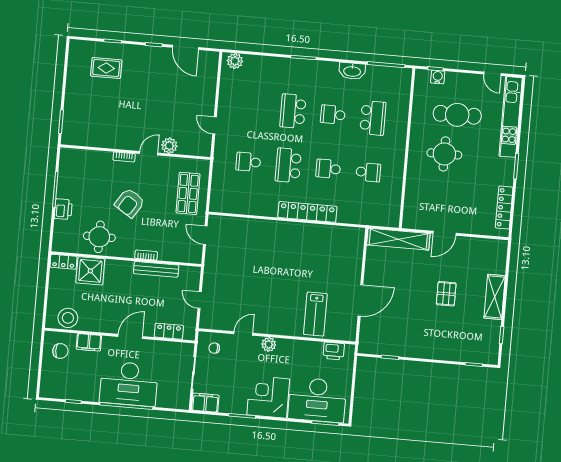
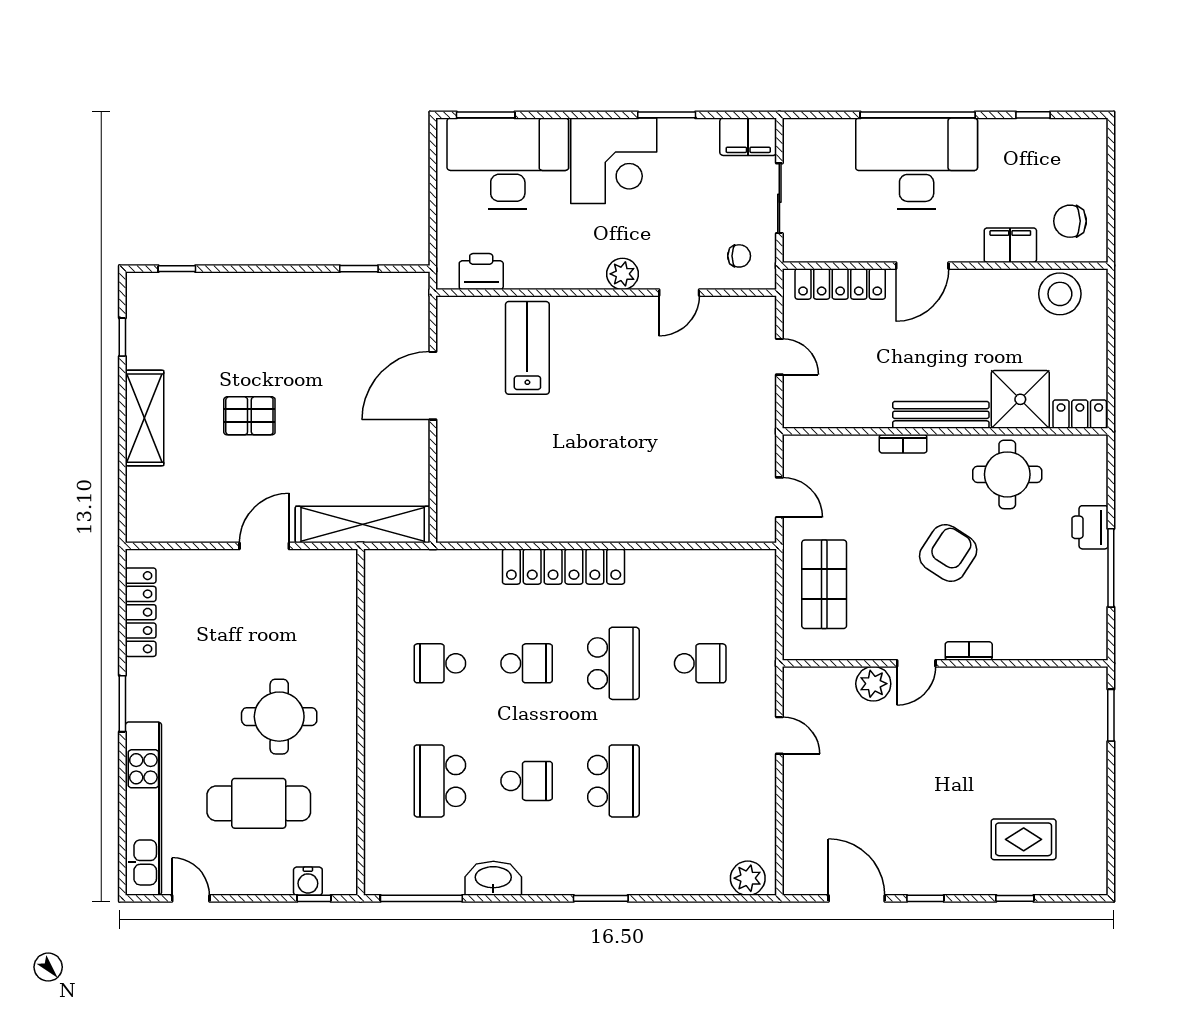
bench: (156, 269) -> (941, 415), moved
pallet: (446, 294) -> (249, 416), turned 90
locker: (169, 331) -> (840, 284), width x1.53

